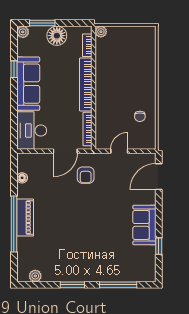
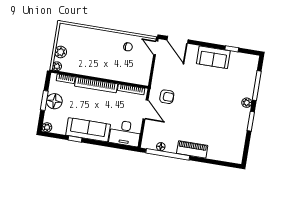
window: (42, 23) -> (44, 101), moved
plant: (119, 33) -> (61, 52), added
door: (119, 151) -> (156, 48), moved
window: (14, 224) -> (168, 154), moved
plant: (35, 276) -> (247, 103), moved

